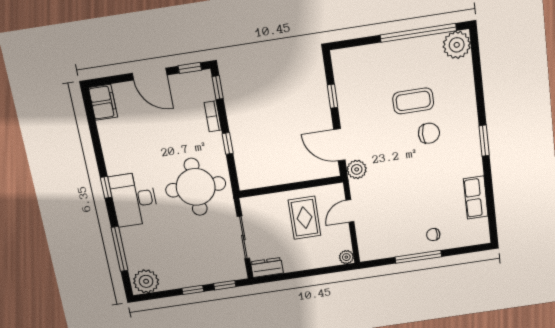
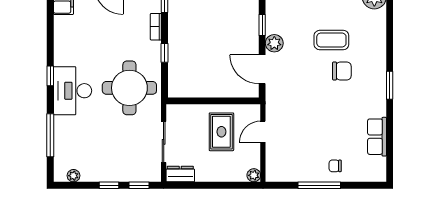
plant: (357, 169) -> (274, 43), moved
plant: (146, 281) -> (73, 176), width x0.53, depth x0.53

